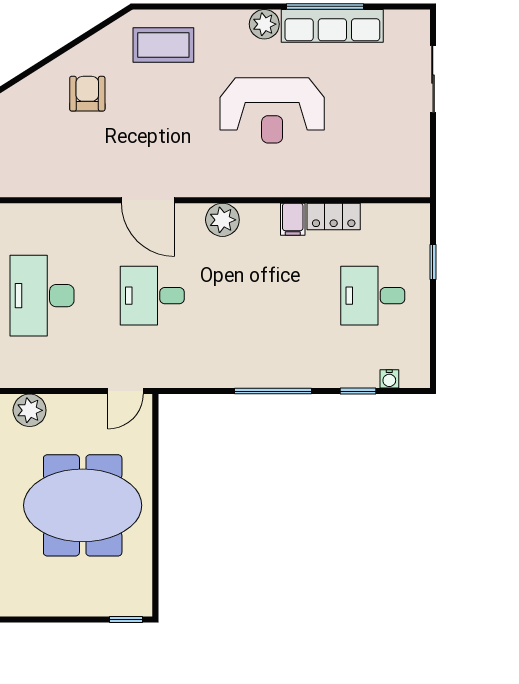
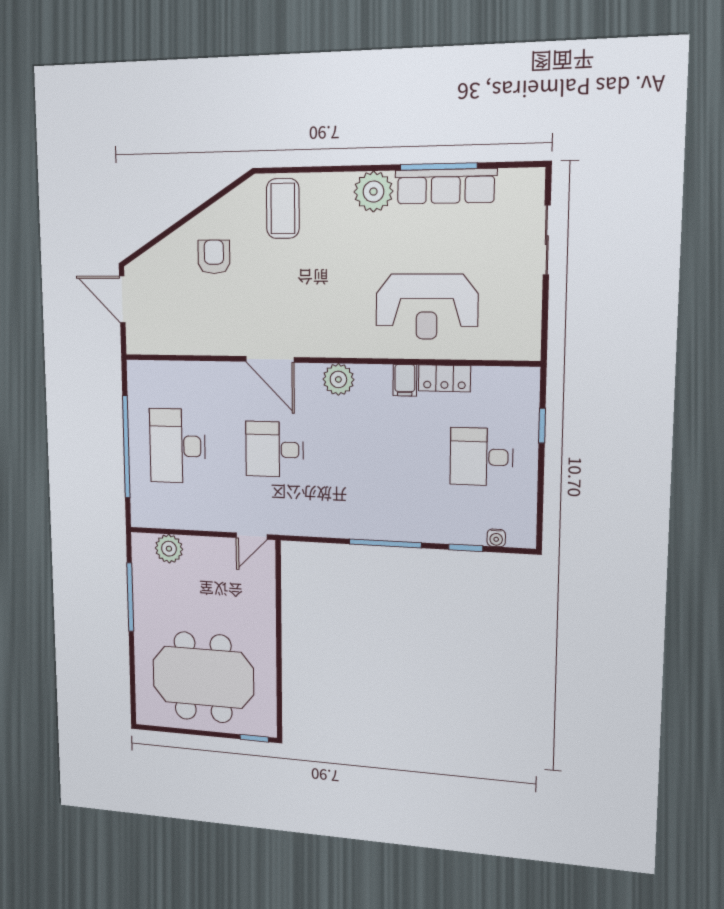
plant: (264, 24) -> (373, 192), width x1.36, depth x1.36
coffee table: (163, 45) -> (283, 209), turned 90
reception desk: (272, 110) -> (427, 307), moved
meeting table: (83, 505) -> (203, 677), moved

